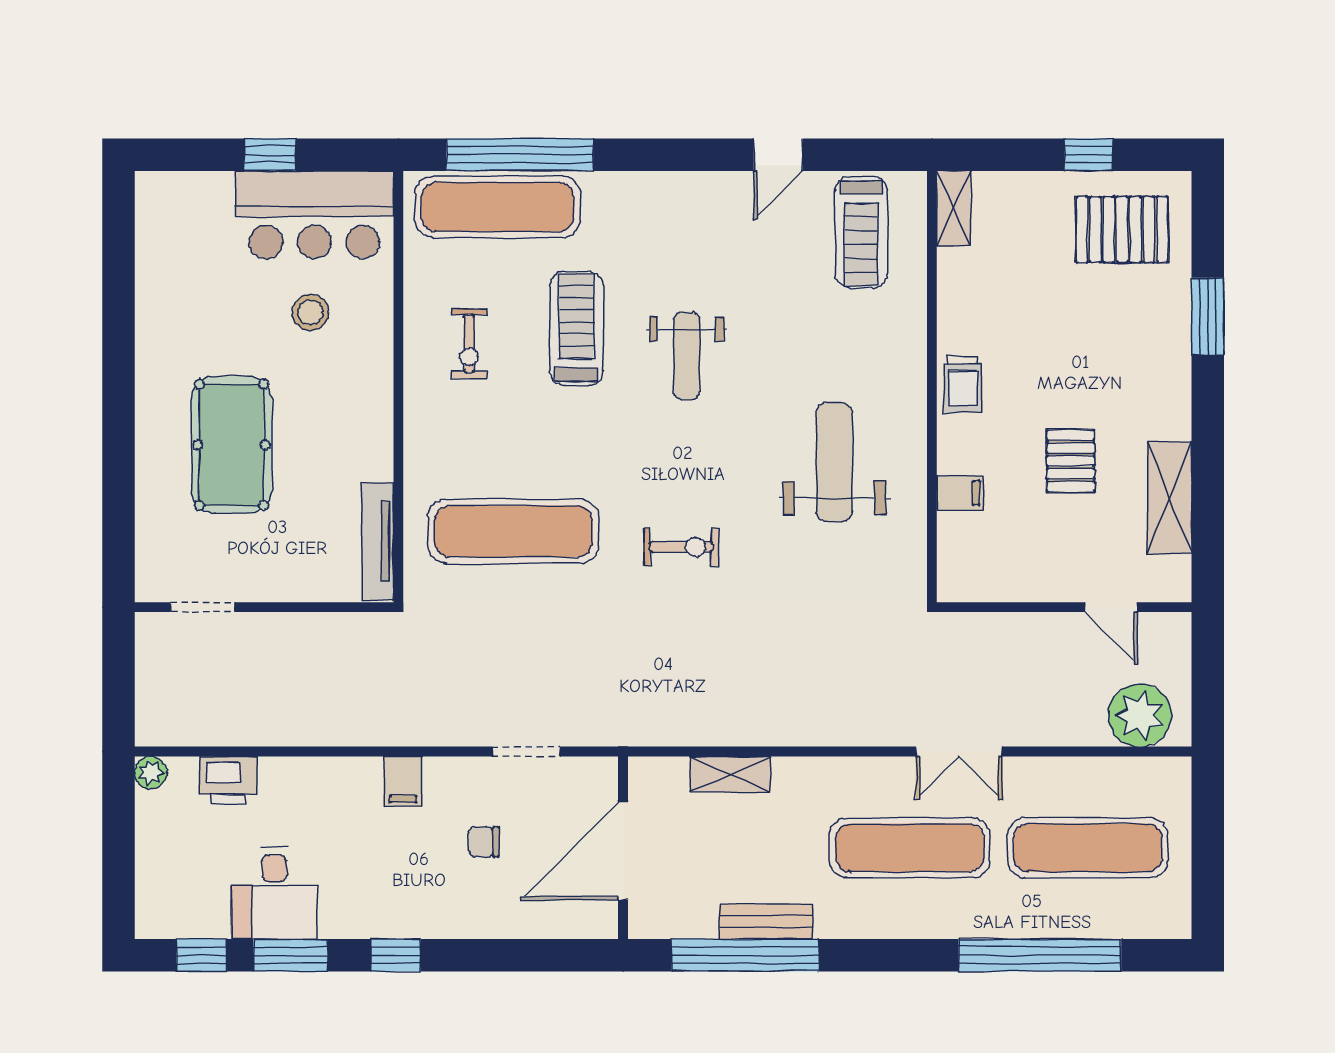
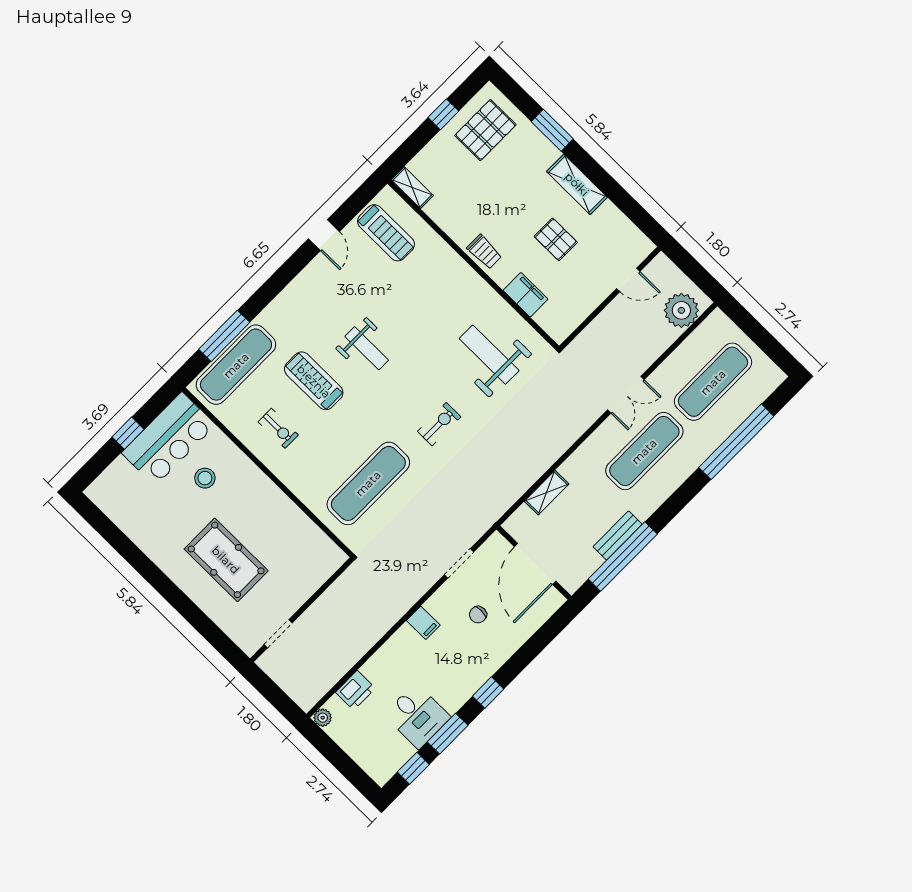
window: (520, 155) -> (224, 336), width x0.68
weight bench: (834, 462) -> (489, 355), moved
filing cabinet: (960, 493) -> (525, 295), width x2.00
shelving: (1169, 498) -> (577, 184), moved
tv unit: (378, 541) -> (320, 540), removed

